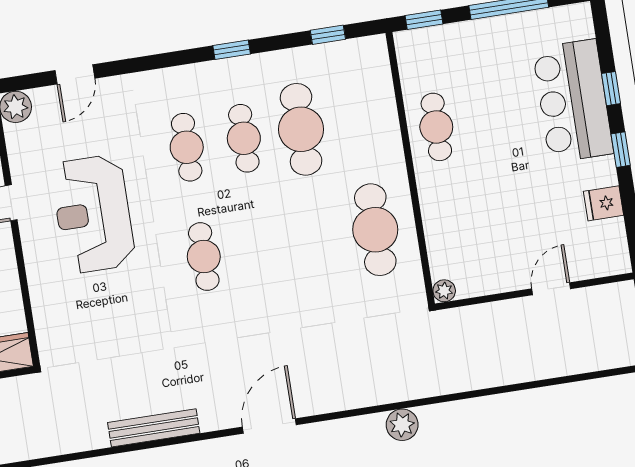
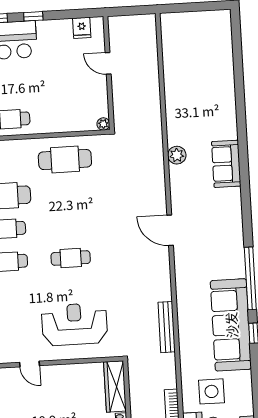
fridge: (604, 203) -> (82, 28), moved
reception desk: (93, 214) -> (75, 324), moved, turned 180
bench: (154, 428) -> (167, 327), moved

